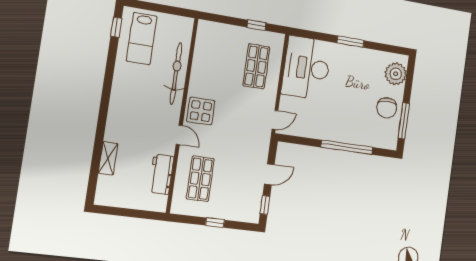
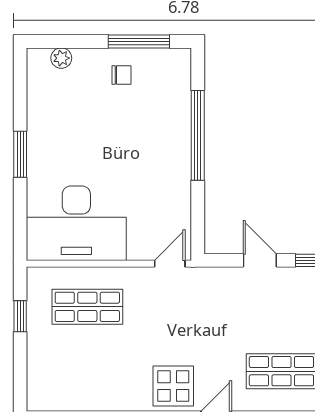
plant: (396, 74) -> (61, 58), width x0.53, depth x0.53
chair: (387, 108) -> (122, 75), width x0.54, depth x0.54
door: (275, 120) -> (170, 264), hinge flipped

